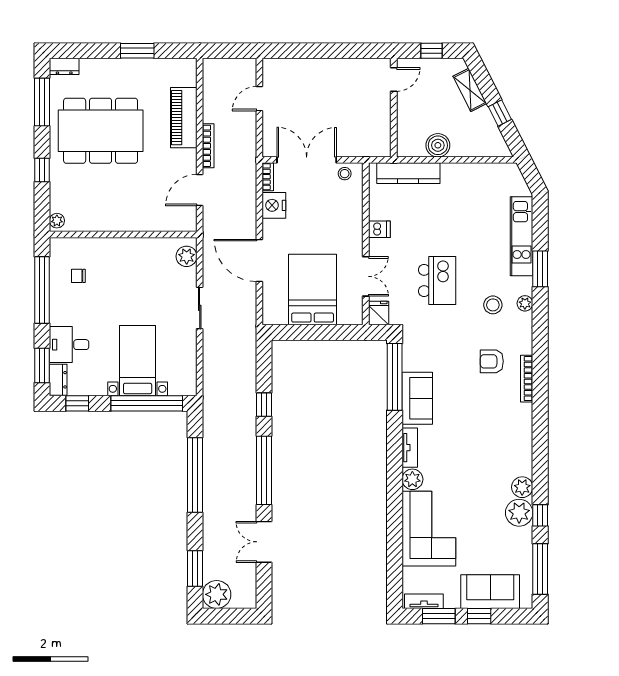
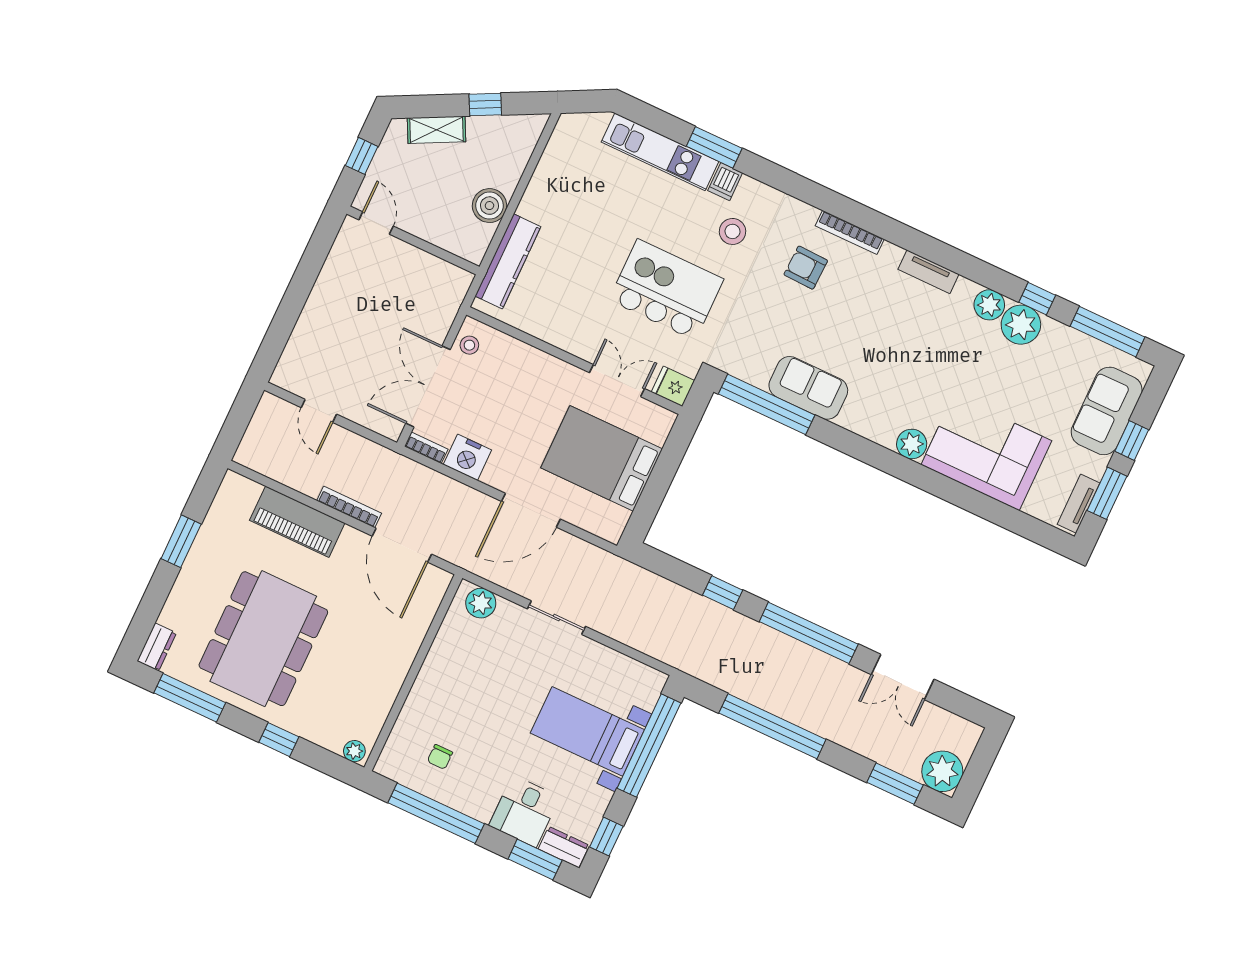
door: (200, 190) -> (402, 545), width x1.36
dishwasher: (379, 229) -> (725, 182), moved, turned 180
kitchen island: (437, 280) -> (666, 290), width x1.37, depth x1.28
plant: (525, 303) -> (750, 188), removed
armchair: (492, 361) -> (806, 268), turned 92
tv unit: (410, 448) -> (928, 272), moved, turned 180

